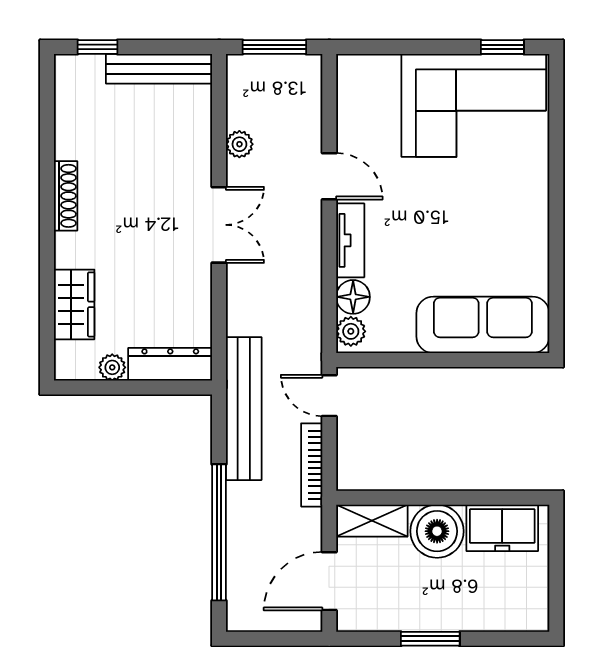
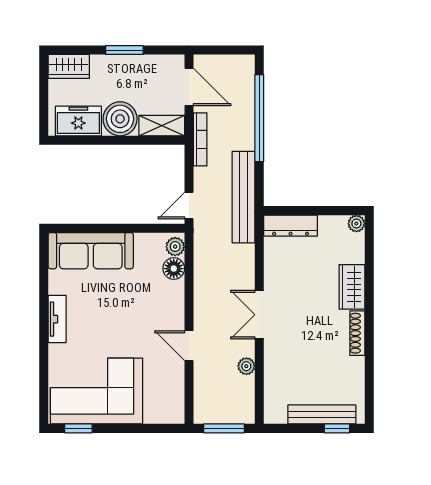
bench: (159, 69) -> (322, 414), moved
tv unit: (350, 240) -> (57, 319), moved, turned 180
wardrobe: (74, 304) -> (352, 287), moved
plant: (112, 367) -> (356, 224), moved
door: (329, 396) -> (189, 206), swing flipped
bookcase: (312, 465) -> (200, 139), moved
door: (329, 581) -> (189, 87), hinge flipped
wardrobe: (517, 613) -> (69, 66), added

